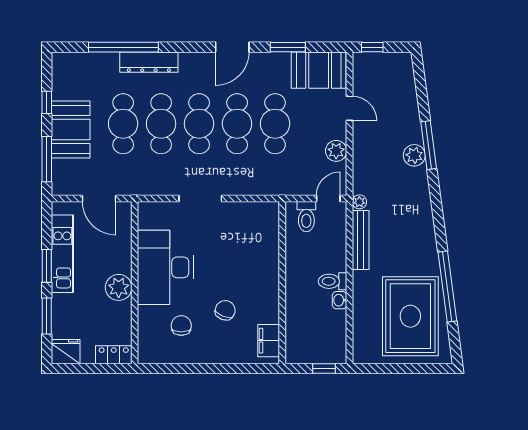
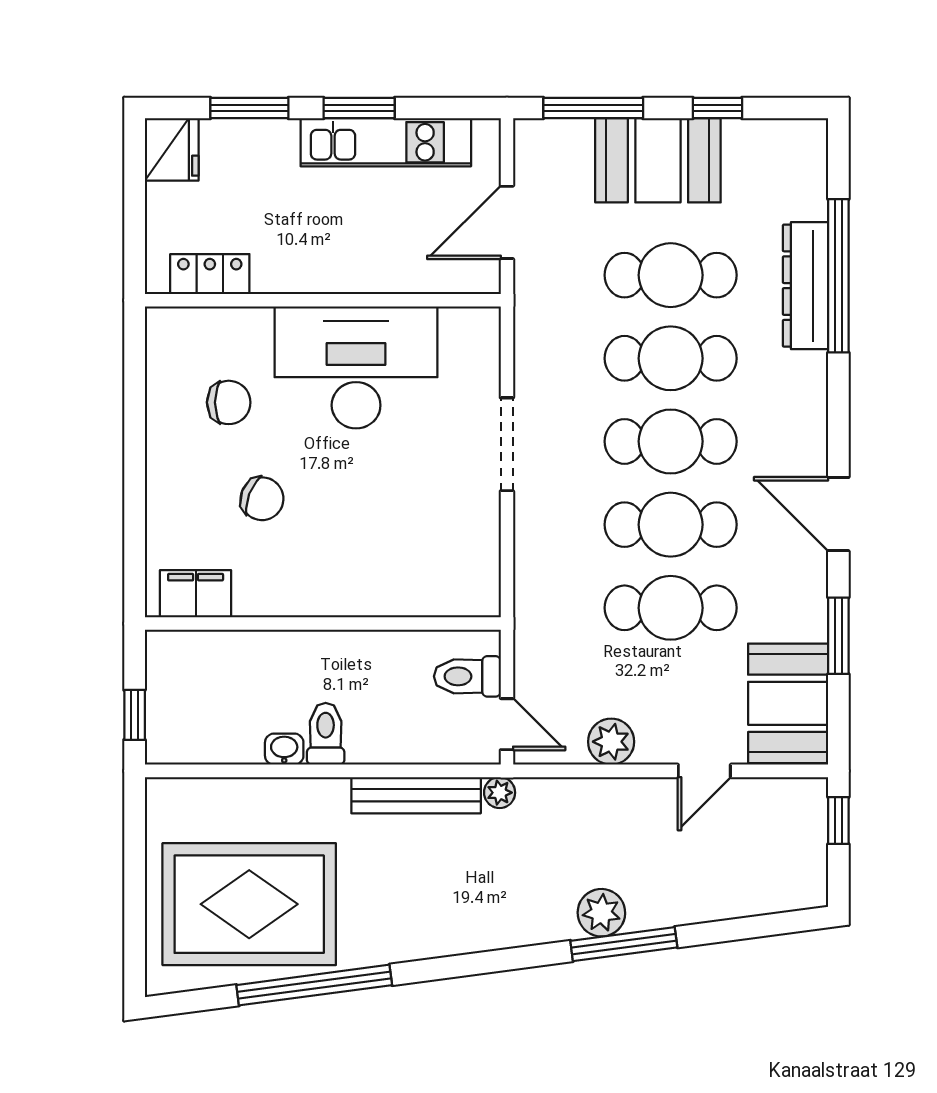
dresser: (149, 62) -> (805, 286), moved
plant: (119, 287) -> (312, 265), removed
locker: (114, 355) -> (210, 274), moved, turned -90

